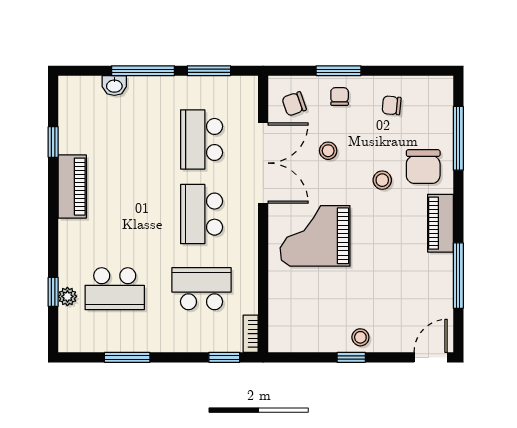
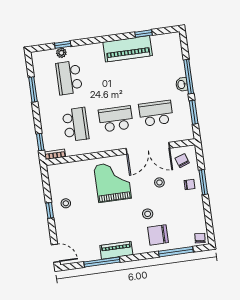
washbasin: (114, 86) -> (182, 84), moved
chair: (392, 105) -> (200, 238), moved
piano: (72, 187) -> (128, 49), width x1.37, depth x1.33
piano: (440, 223) -> (116, 250), moved
stool: (360, 337) -> (66, 203), moved

